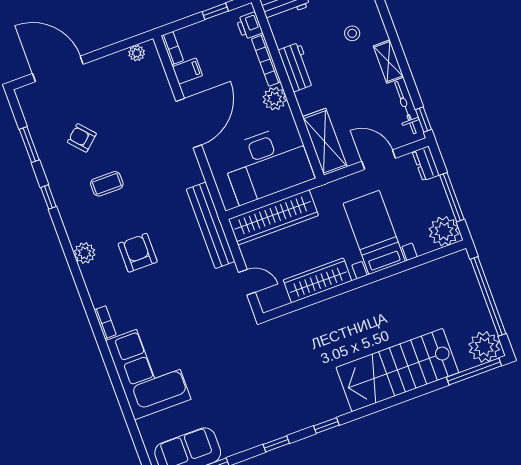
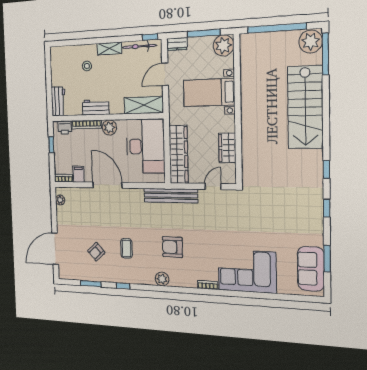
wardrobe: (317, 280) -> (227, 148), width x0.67

